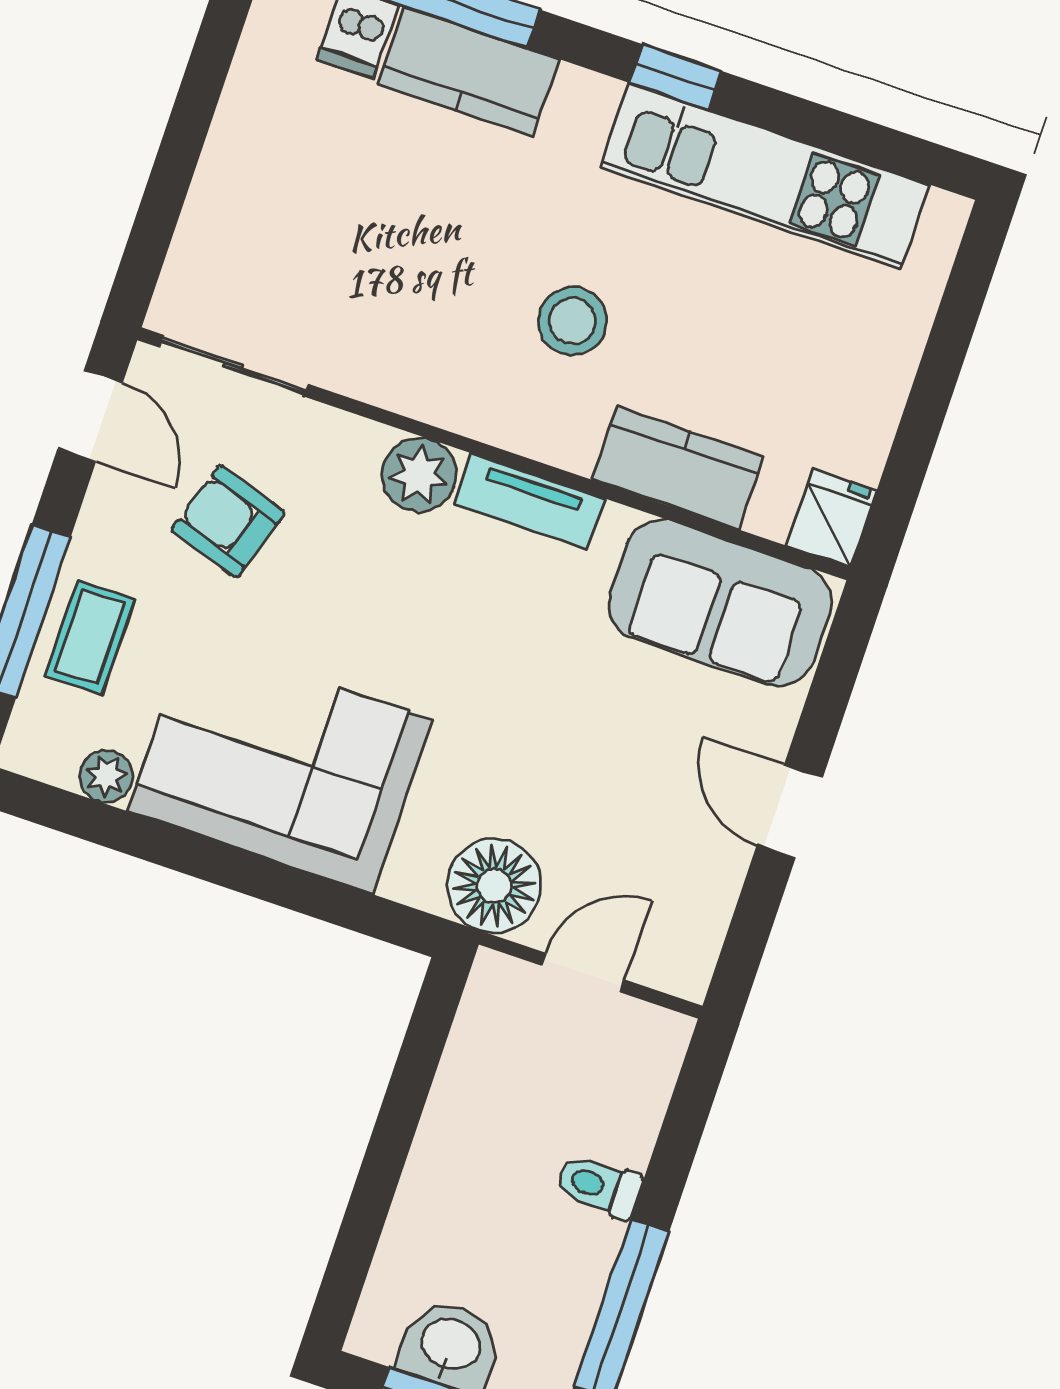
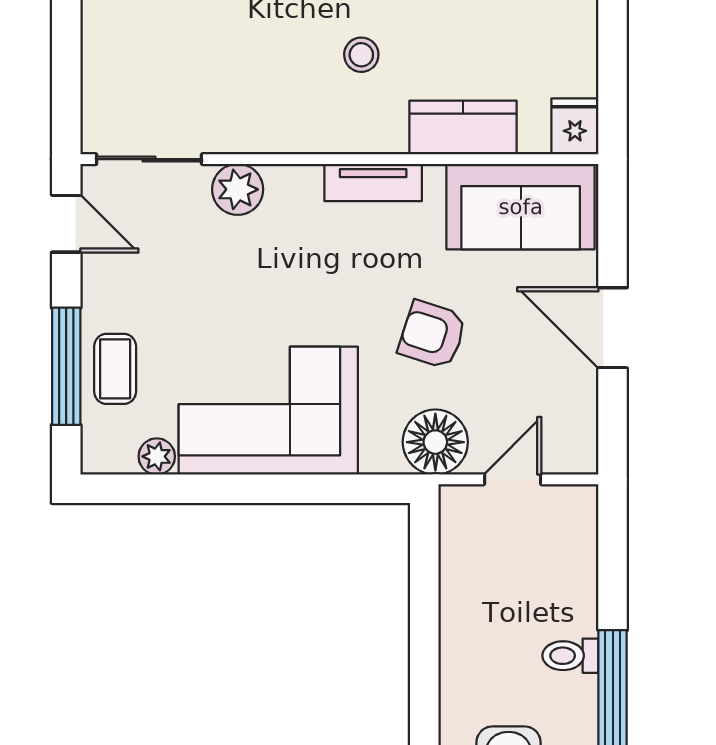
stool: (572, 321) -> (361, 55), width x0.73, depth x0.73
plant: (419, 475) -> (238, 189), moved
armchair: (228, 521) -> (432, 335), moved
door: (790, 811) -> (613, 328), width x1.38
toilet: (599, 1186) -> (570, 656), moved

